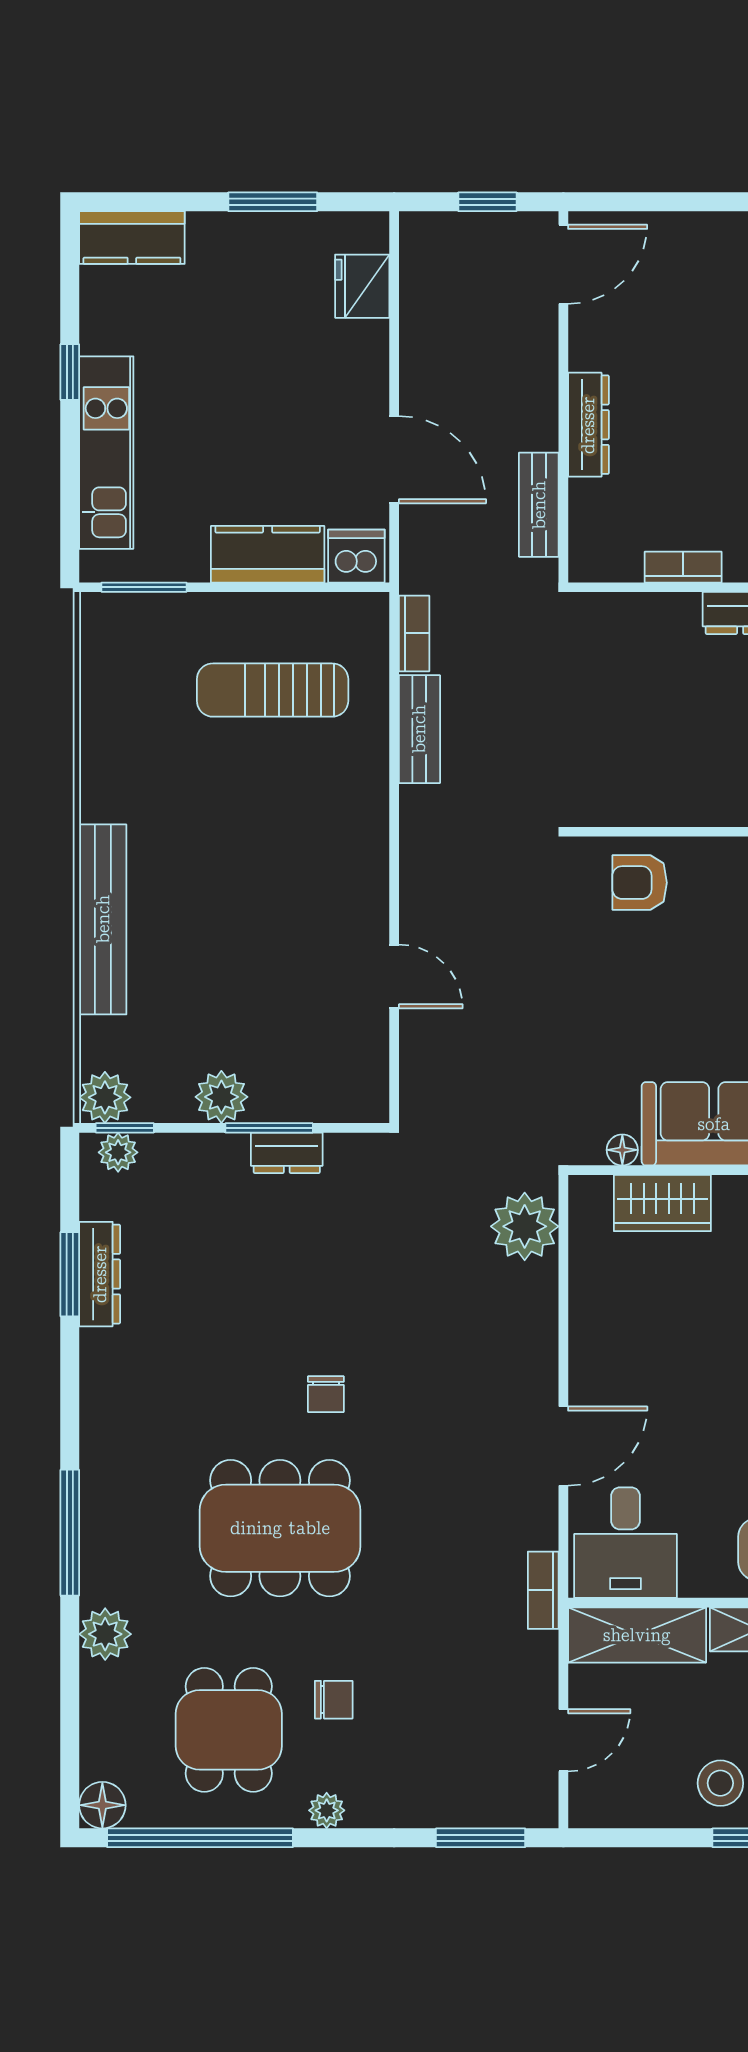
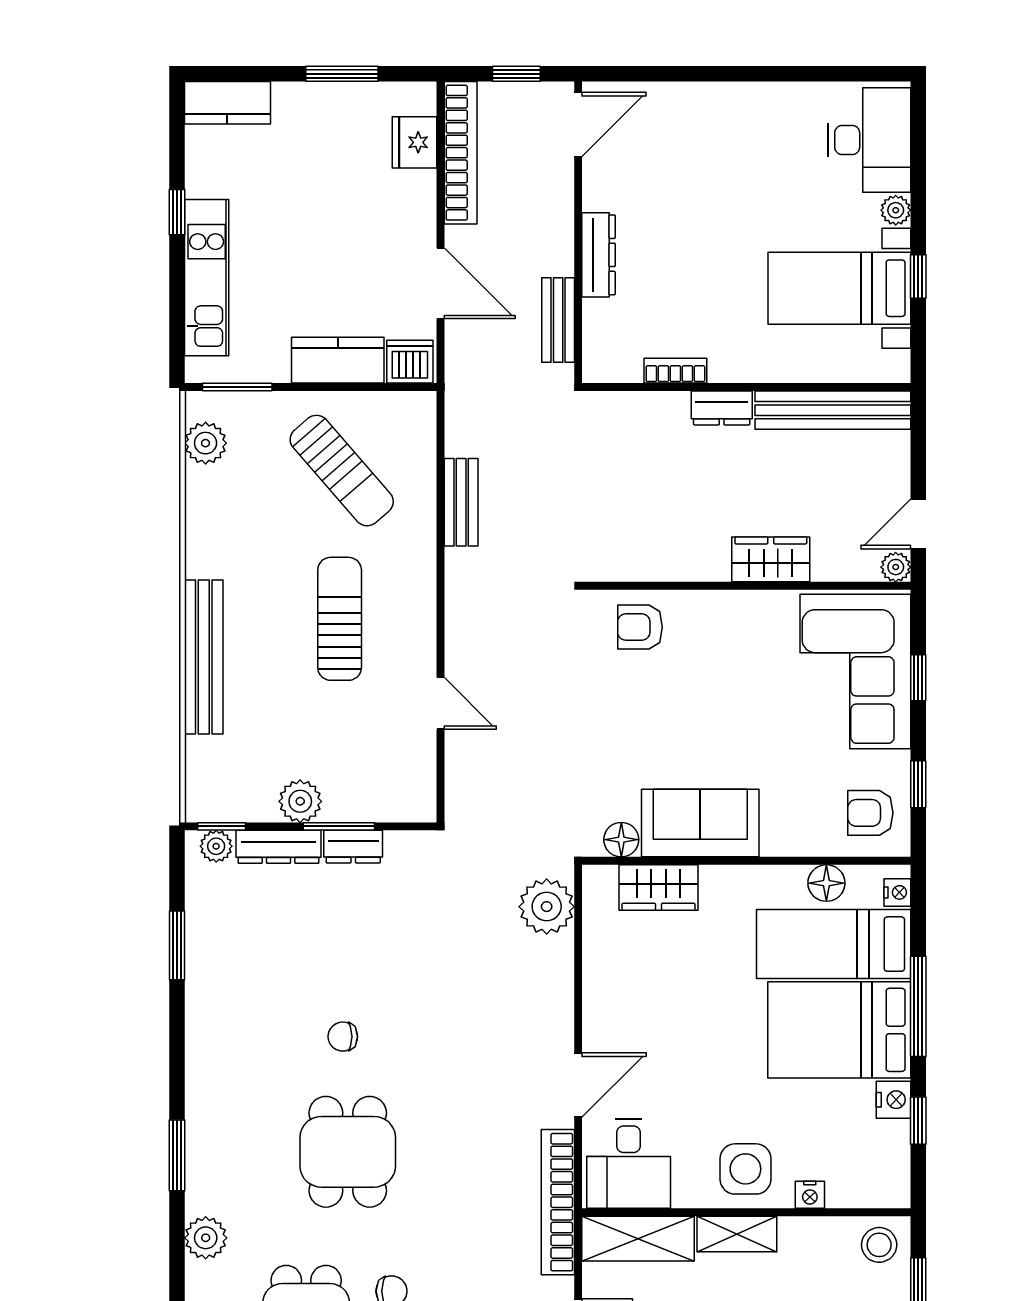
bookcase: (414, 633) -> (461, 153), moved, width x2.31, depth x1.31
sun lounger: (273, 690) -> (342, 471), turned -131
sun lounger: (270, 872) -> (340, 619), added
plant: (105, 1097) -> (206, 443), moved
floor lamp: (622, 1150) -> (621, 840), width x1.37, depth x1.37
dresser: (100, 1274) -> (278, 847), moved, turned 90
chair: (326, 1394) -> (343, 1037), moved, turned 90
dining table: (280, 1528) -> (348, 1152), width x0.73
window: (70, 1533) -> (177, 1155), width x0.69
bookcase: (543, 1590) -> (558, 1202), width x2.31, depth x1.31

